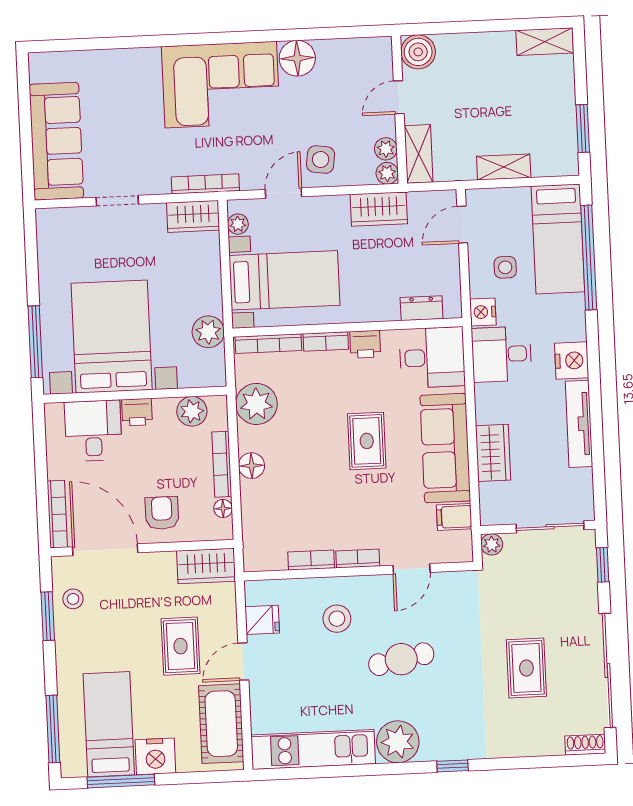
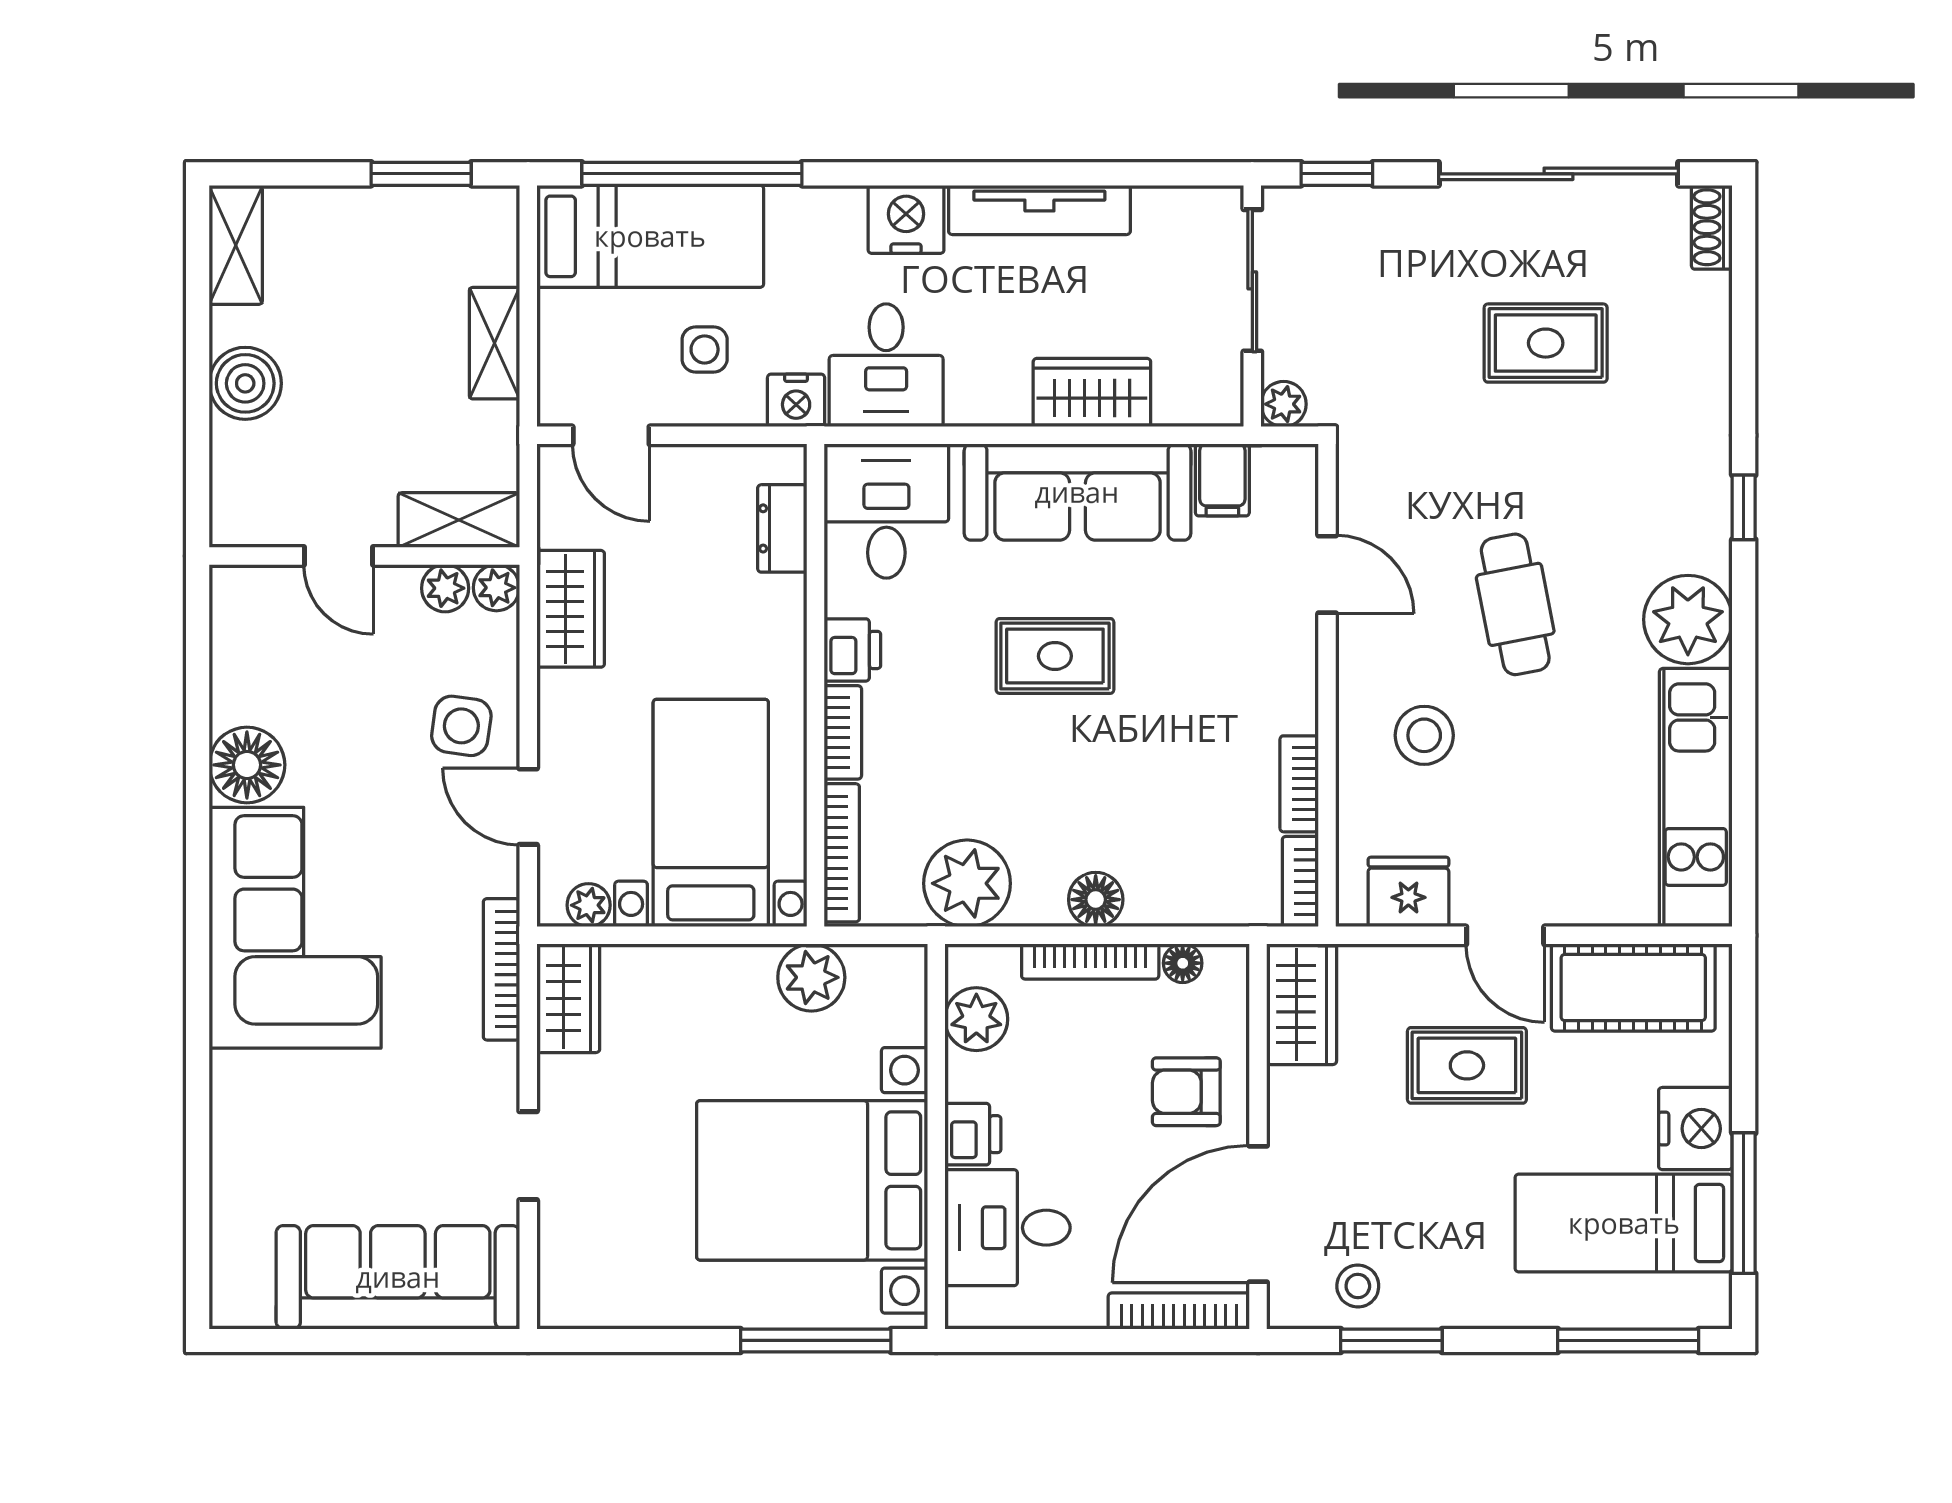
boiler: (418, 52) -> (245, 383), moved
bookcase: (358, 559) -> (1300, 882), moved
fridge: (262, 620) -> (1408, 892), width x1.38

